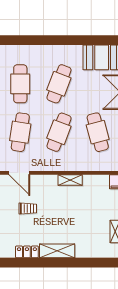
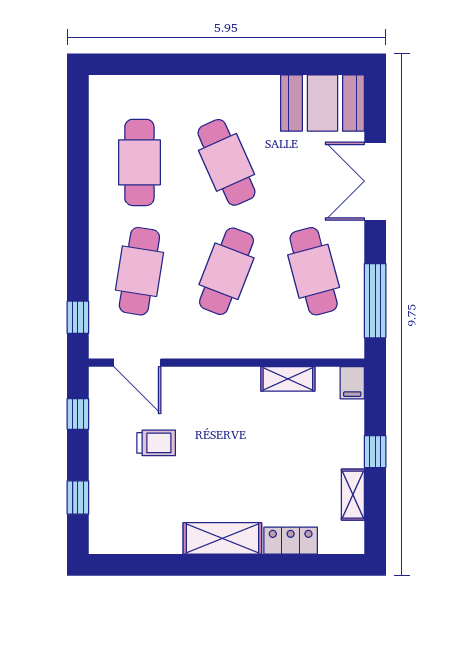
cafe table: (59, 84) -> (226, 162), turned -45
shelving: (70, 180) -> (288, 379), moved
locker: (27, 252) -> (291, 541), moved

